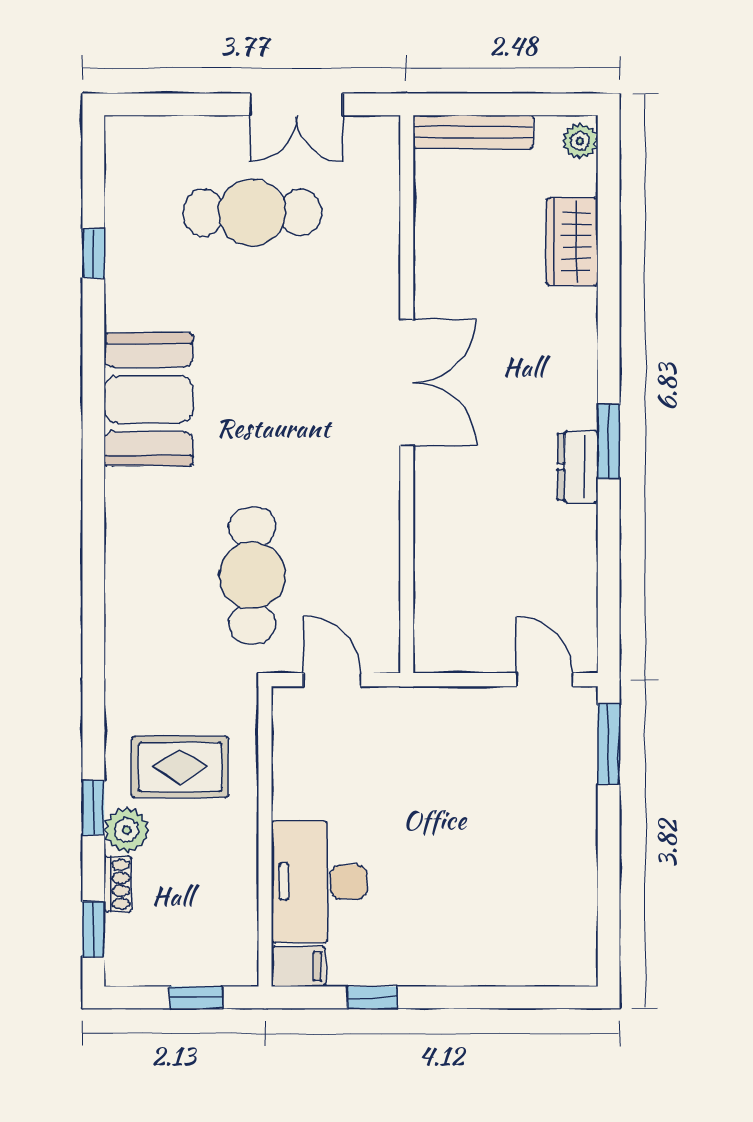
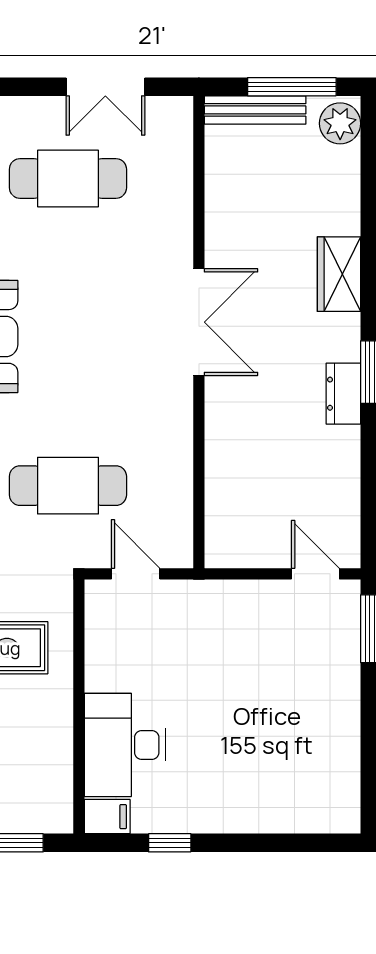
window: (517, 104) -> (292, 87), added
plant: (580, 141) -> (340, 123), width x1.38, depth x1.38
wardrobe: (572, 242) -> (339, 274), moved
cafe table: (252, 575) -> (68, 486), turned 90

